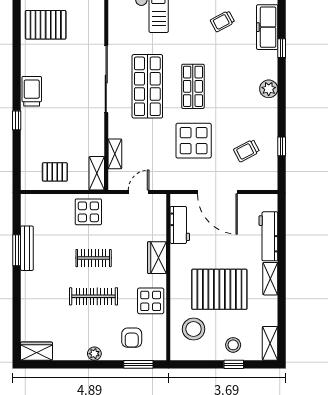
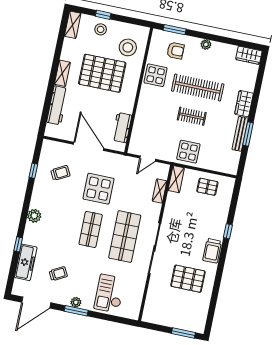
pallet: (46, 25) -> (188, 279), moved
wardrobe: (157, 258) -> (244, 104), moved, turned 180
clothes rail: (94, 296) -> (198, 88), width x1.37, depth x1.31
armchair: (132, 338) -> (175, 51), turned 90

